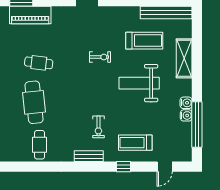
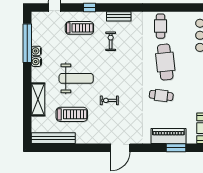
treadmill: (144, 41) -> (72, 114), turned 180

